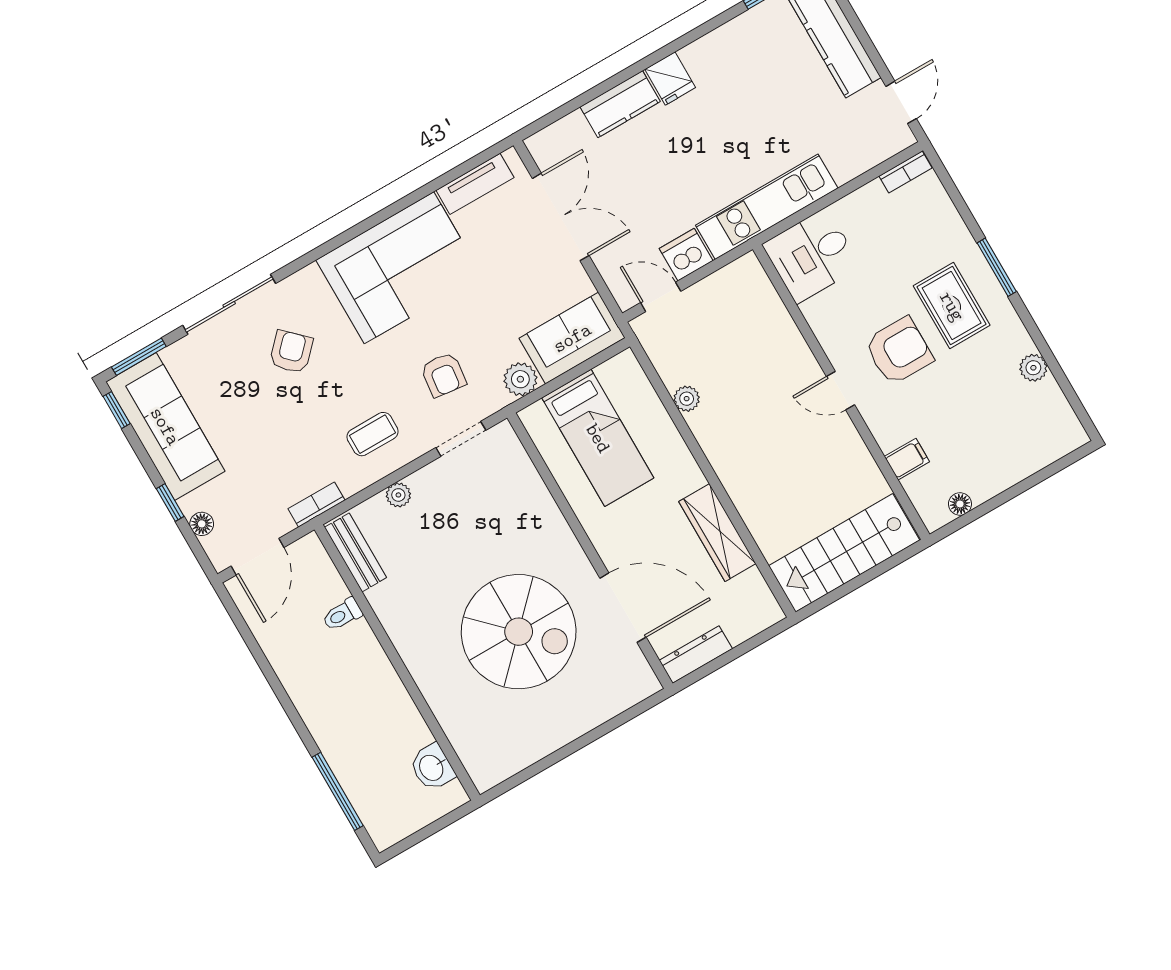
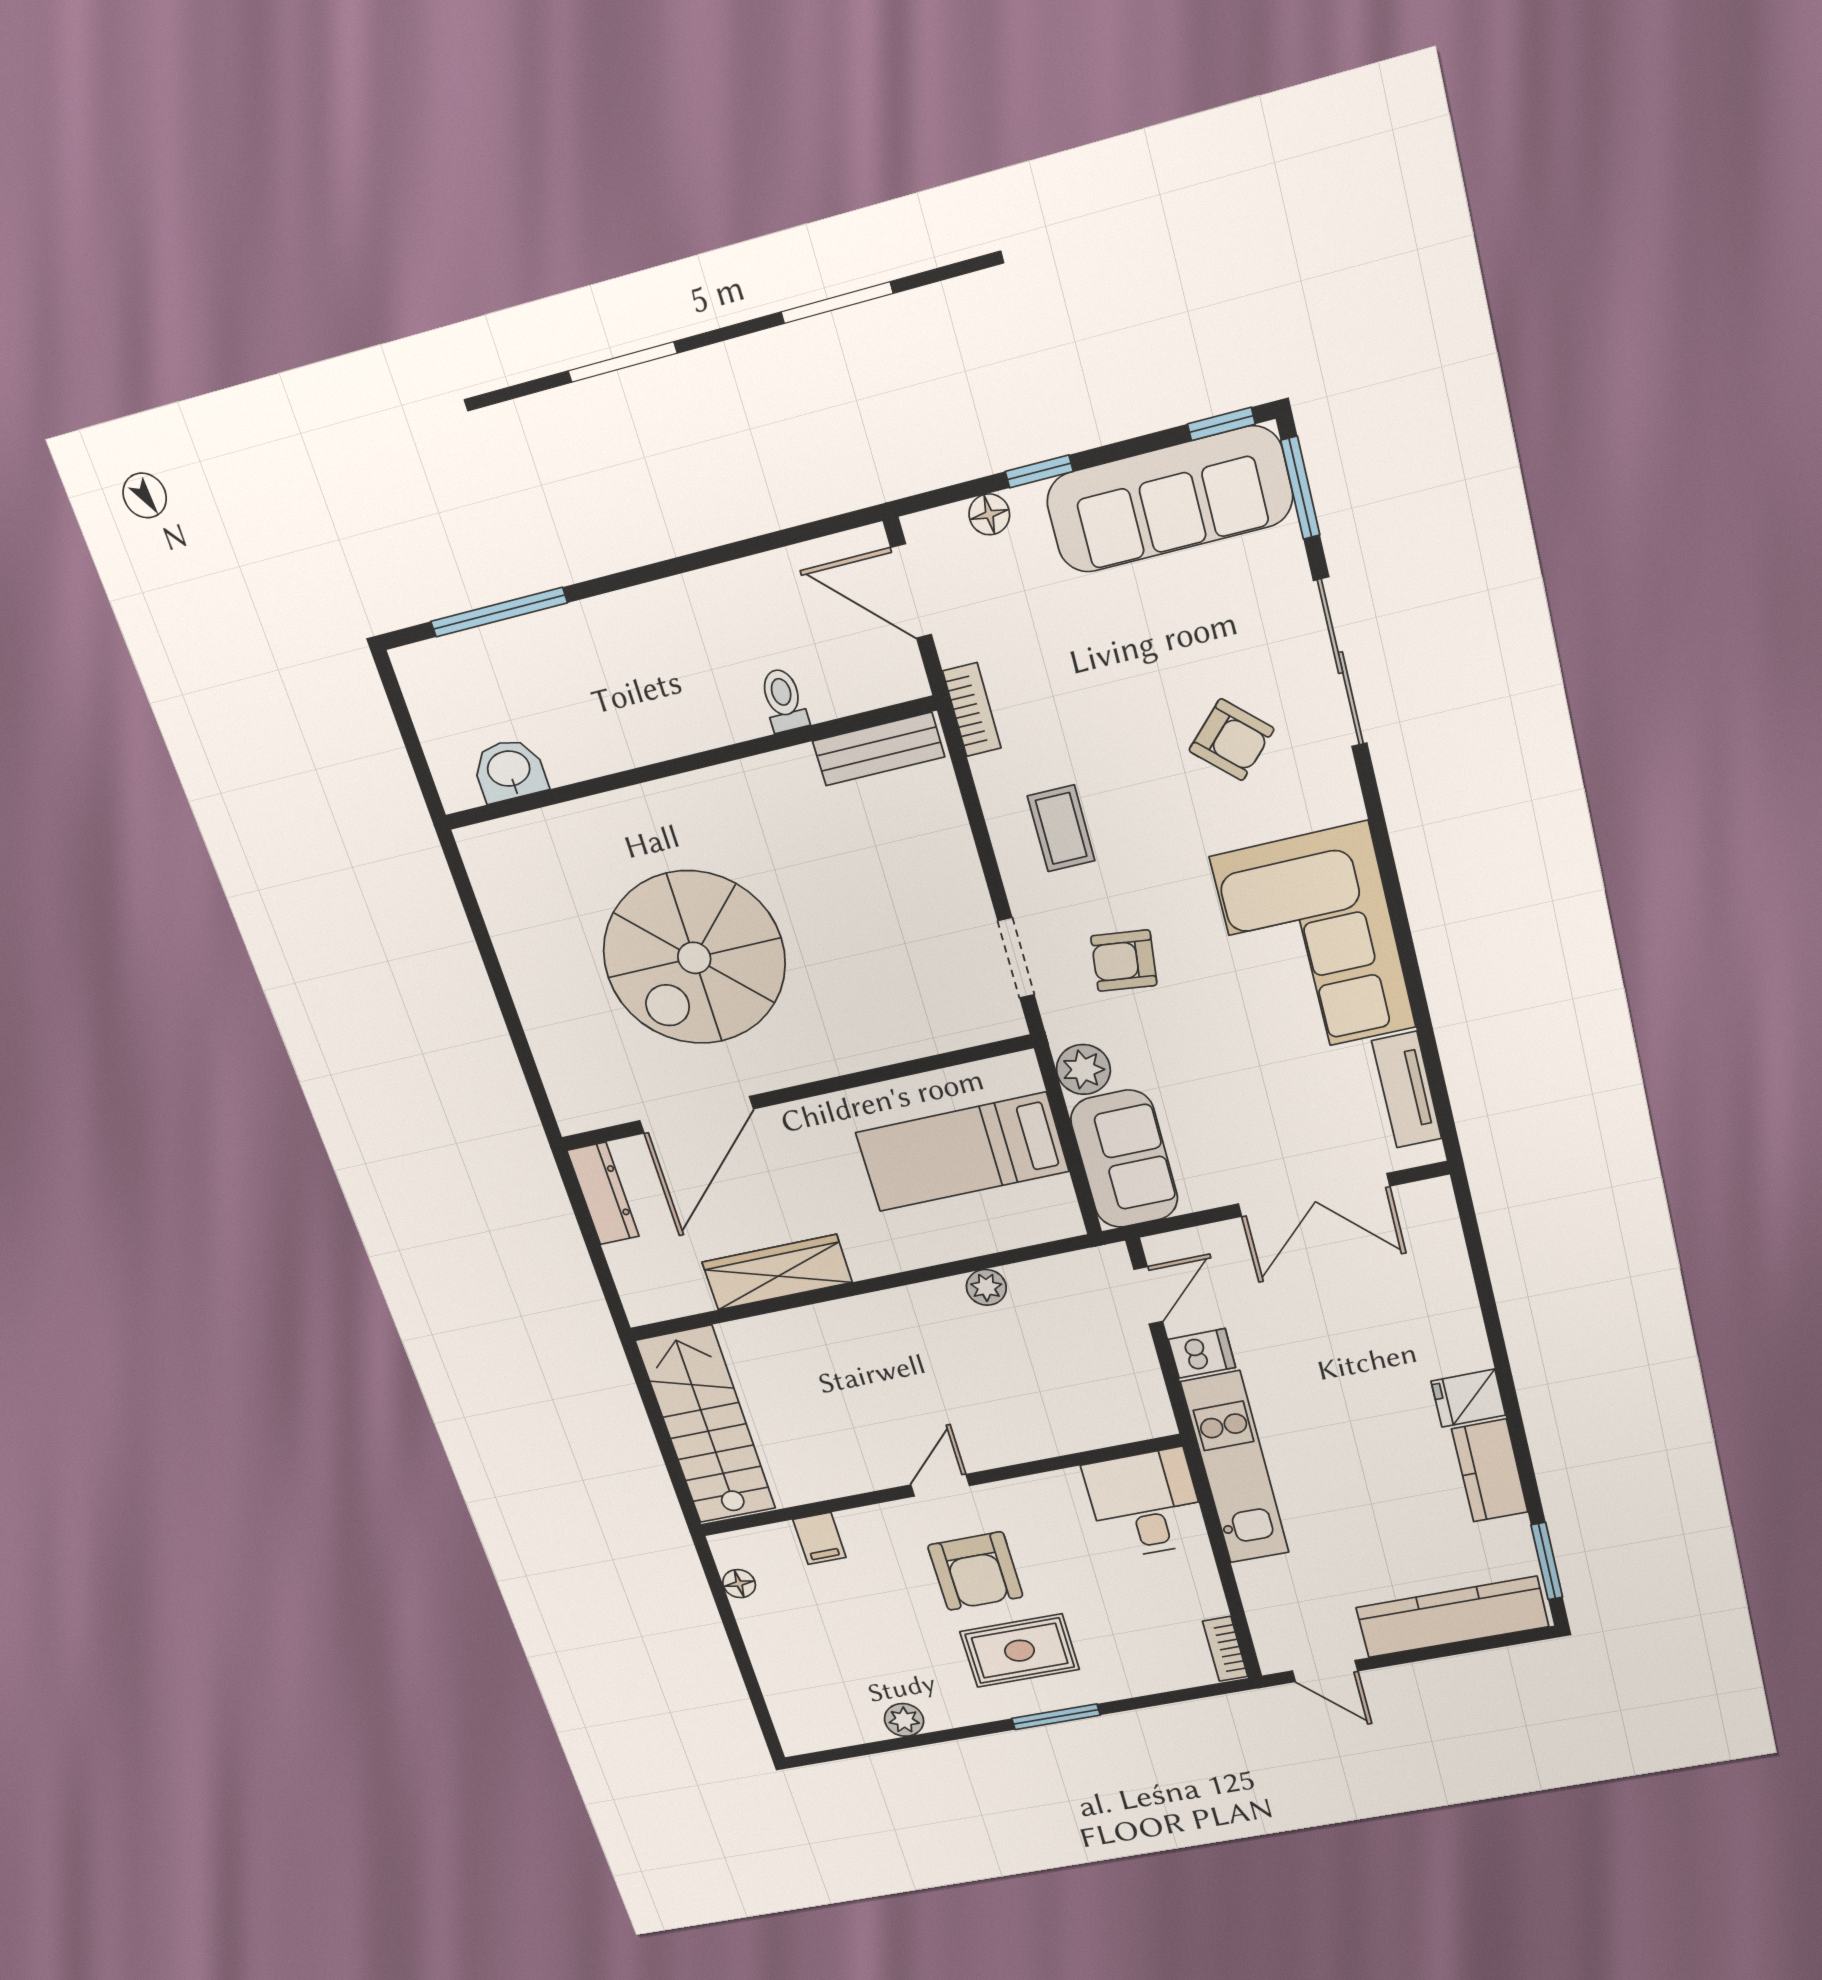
kitchen counter: (620, 104) -> (1490, 1471), moved
dishwasher: (686, 255) -> (1202, 1353), width x0.73
plant: (398, 495) -> (953, 840), removed

